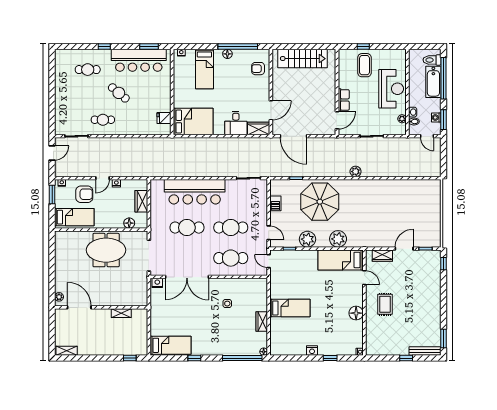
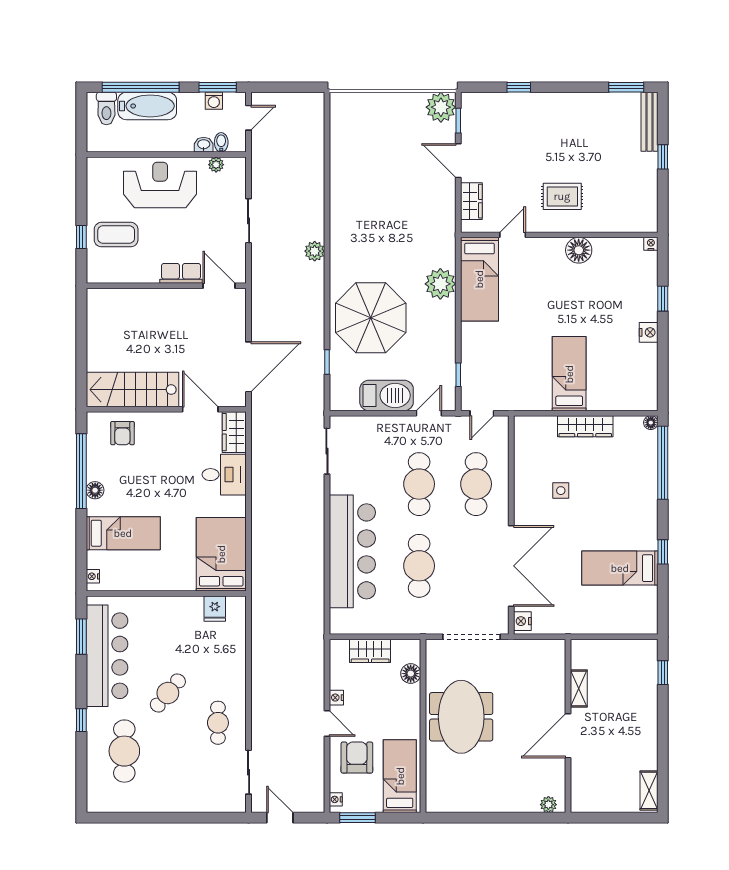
stairs: (303, 59) -> (132, 390), moved, turned -90
cafe table: (88, 70) -> (124, 751), width x1.37, depth x1.35
barbecue: (275, 203) -> (387, 395), width x1.88, depth x1.53
plant: (307, 239) -> (441, 107), moved
window: (443, 264) -> (519, 87), moved
door: (79, 307) -> (568, 736), moved
wardrobe: (262, 322) -> (585, 426), width x1.50
bed: (171, 345) -> (620, 568), moved, turned -90

